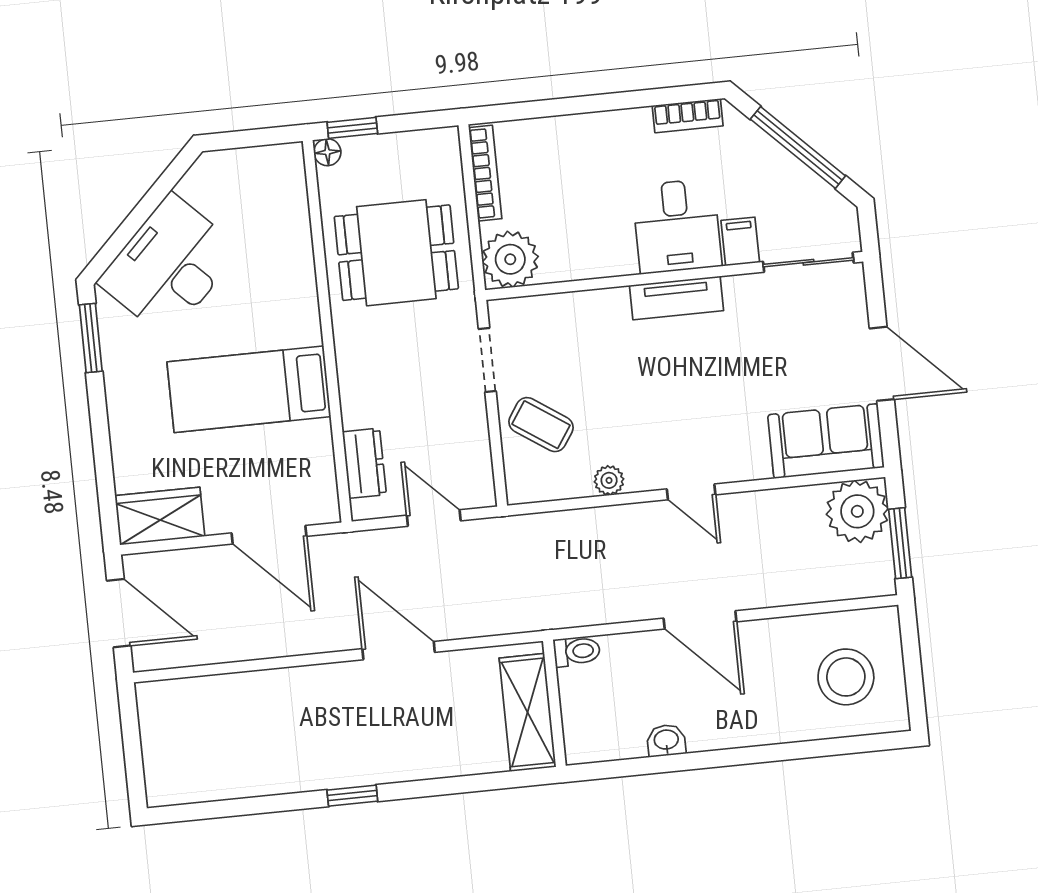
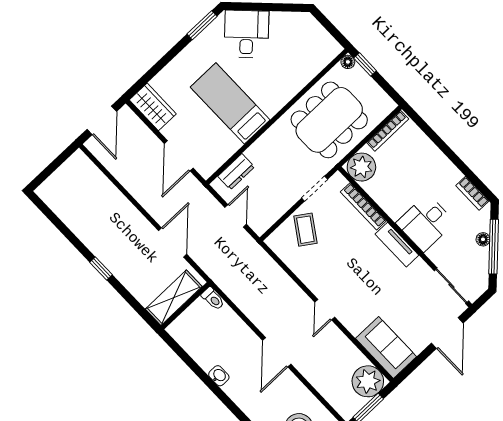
floor lamp: (773, 155) -> (483, 239), added
filing cabinet: (740, 241) -> (439, 253), removed
dining table: (396, 253) -> (329, 120), width x1.38
desk: (169, 266) -> (246, 34), width x0.73
bookcase: (575, 304) -> (363, 206), added
door: (882, 364) -> (447, 333), moved
plant: (609, 480) -> (304, 274), removed
toilet: (577, 651) -> (213, 299), moved
wall: (554, 703) -> (185, 306), moved
shelving: (528, 712) -> (174, 298), moved

